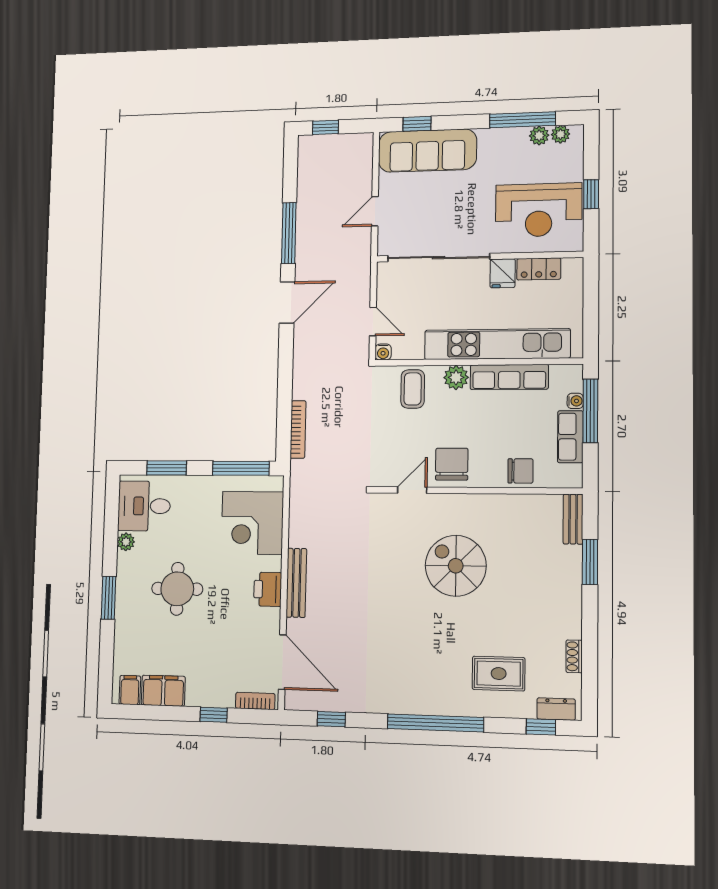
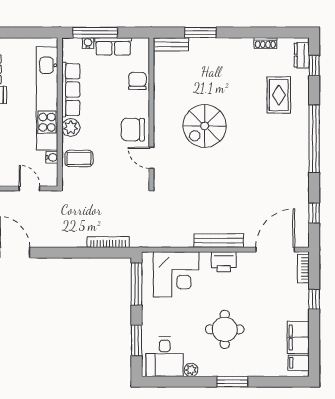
door: (373, 322) -> (29, 188), hinge flipped
water cooler: (383, 352) -> (52, 157), moved

